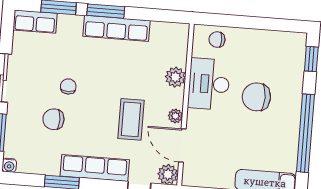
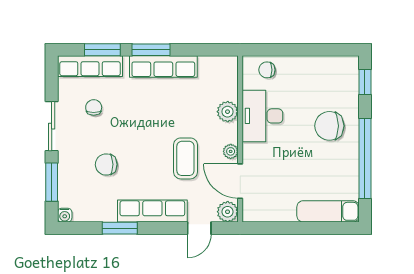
row of seats: (35, 22) -> (90, 66), width x1.48
chair: (68, 86) -> (94, 107), moved
chair: (256, 97) -> (329, 126), moved

